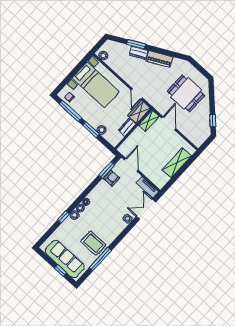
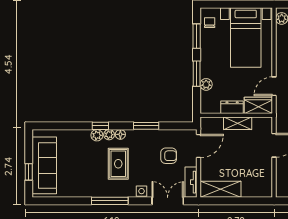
window: (70, 111) -> (197, 36), width x0.69
shelving: (149, 121) -> (238, 123), moved
shelving: (177, 163) -> (220, 189), moved
window: (107, 170) -> (146, 126), moved
armchair: (112, 178) -> (169, 156), moved
window: (63, 217) -> (100, 126), moved
rug: (93, 243) -> (118, 164), moved
window: (100, 259) -> (110, 201), moved

